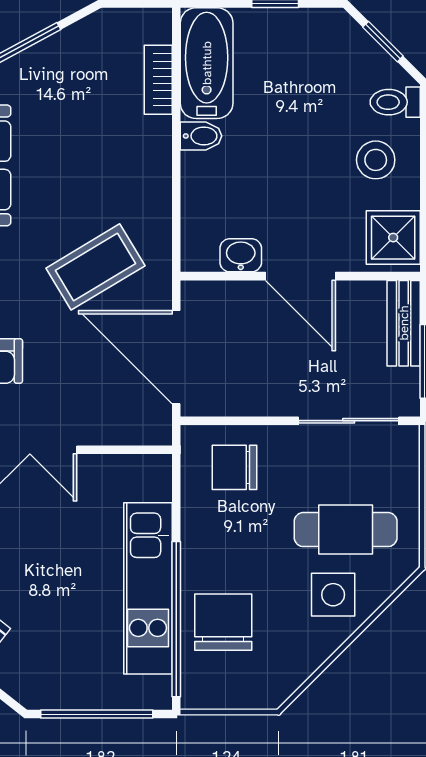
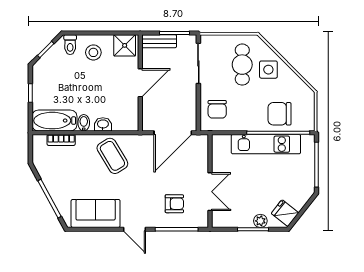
washbasin: (241, 255) -> (103, 124), moved, turned 90
coffee table: (95, 267) -> (112, 156), moved

